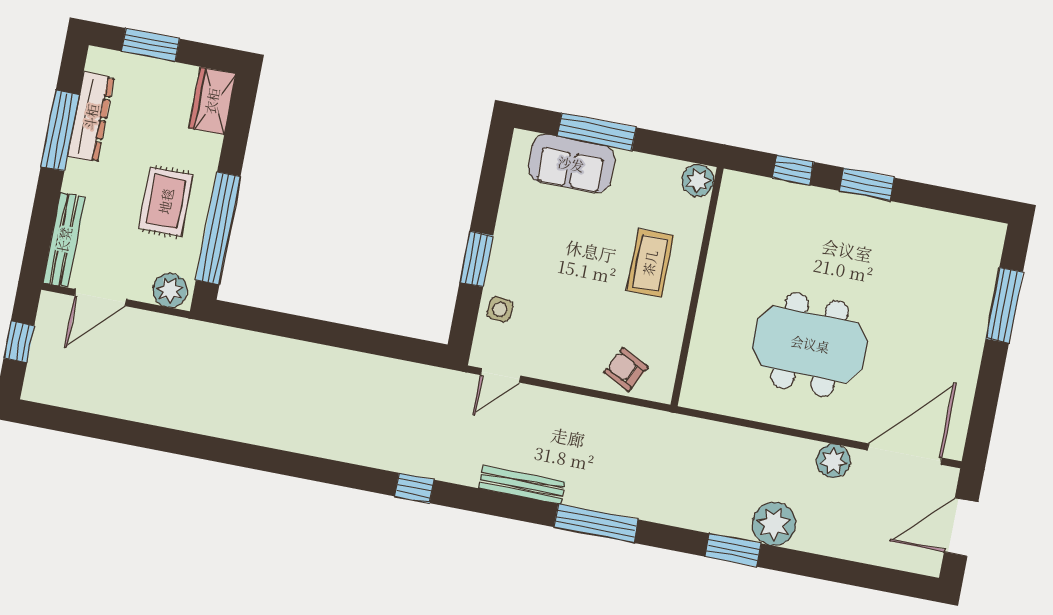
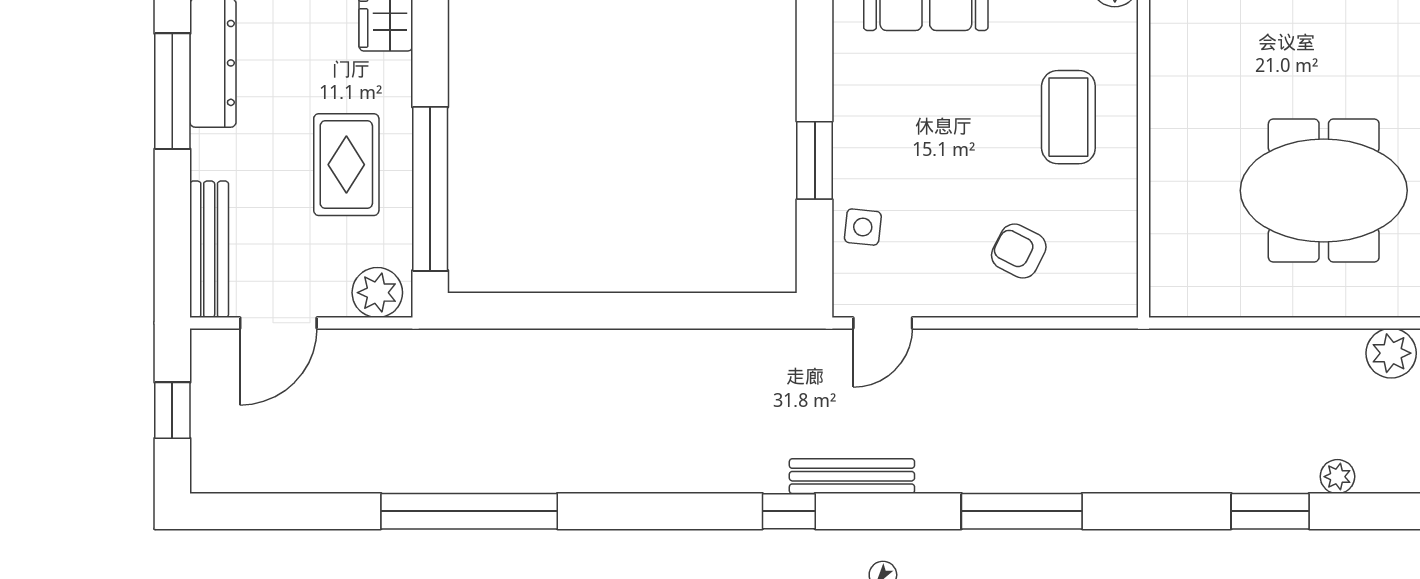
armchair: (626, 369) -> (1019, 251), moved
window: (203, 447) -> (469, 511), added
bench: (522, 485) -> (852, 476), moved
window: (596, 523) -> (1022, 511), moved
plant: (774, 524) -> (1337, 477), width x0.53, depth x0.53

